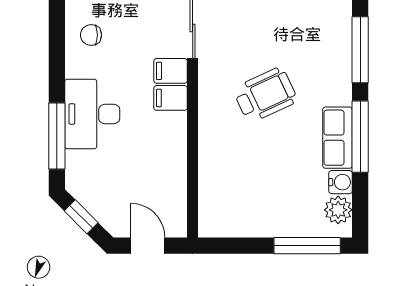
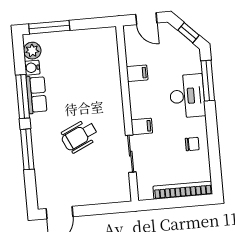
wheelchair: (265, 95) -> (79, 136), moved
filing cabinet: (171, 98) -> (137, 73), moved

